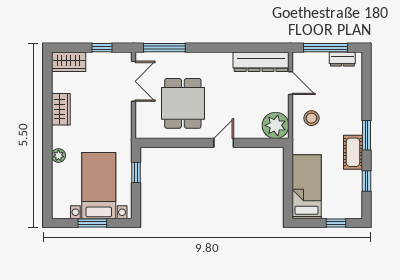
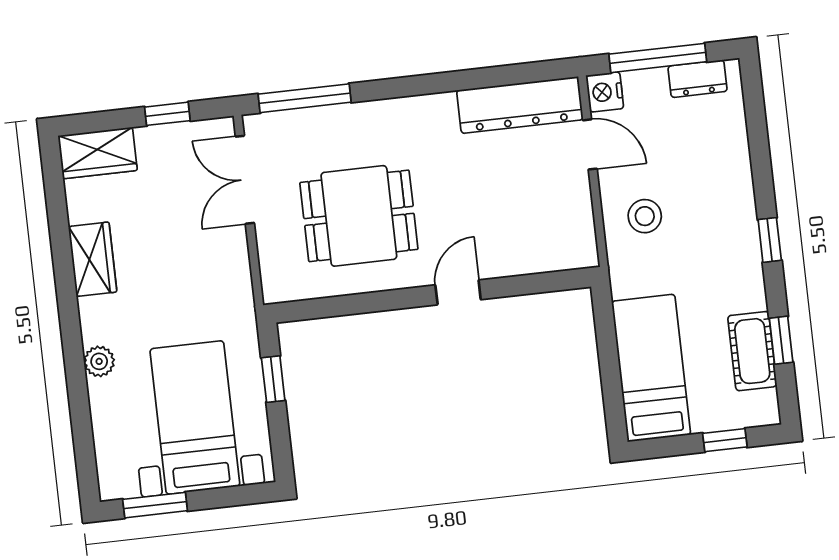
nightstand: (300, 60) -> (605, 92), added
double door: (133, 81) -> (245, 180), swing flipped
dining table: (183, 103) -> (359, 216), turned 90
plant: (276, 125) -> (568, 241), removed
window: (366, 135) -> (770, 240), width x0.67
cot: (353, 152) -> (752, 351), moved
window: (92, 223) -> (155, 505), moved

